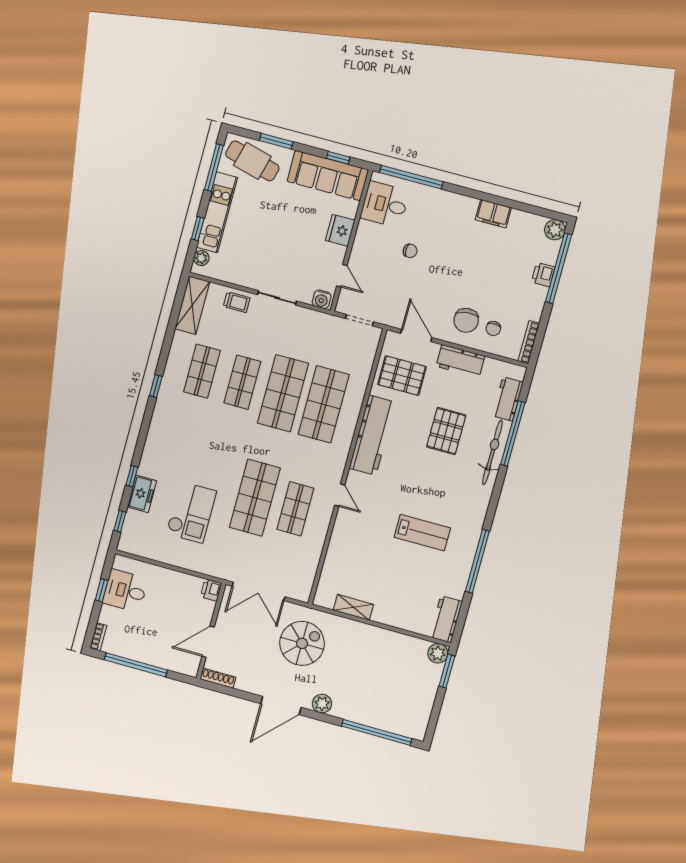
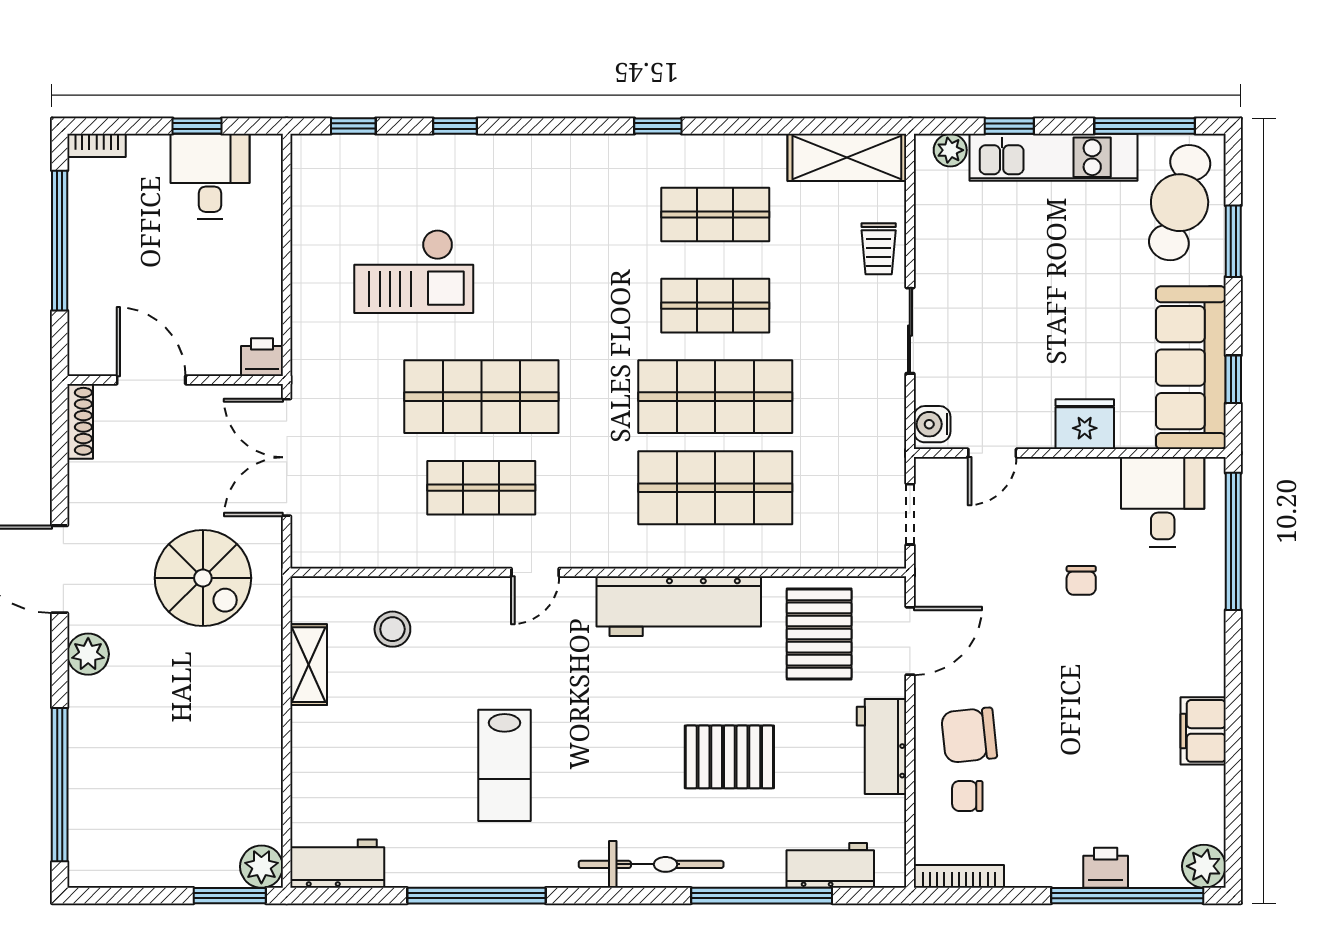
bicycle: (492, 452) -> (651, 864), moved
freezer: (142, 494) -> (424, 157), removed
stool: (348, 566) -> (392, 629), added

